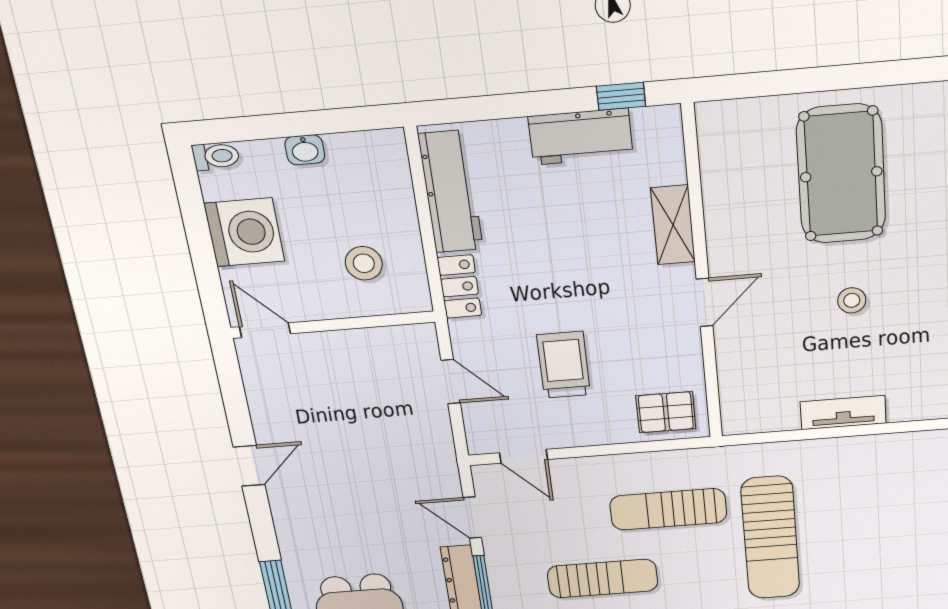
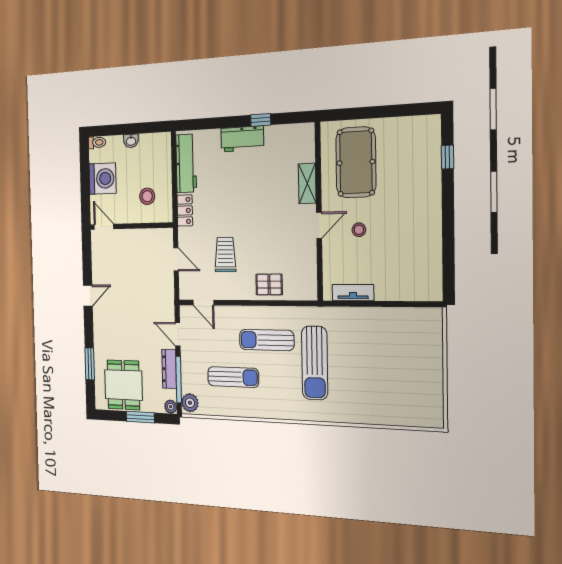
shelving: (673, 225) -> (307, 183), moved
wall: (702, 277) -> (319, 212), moved
door: (705, 302) -> (319, 225), moved

